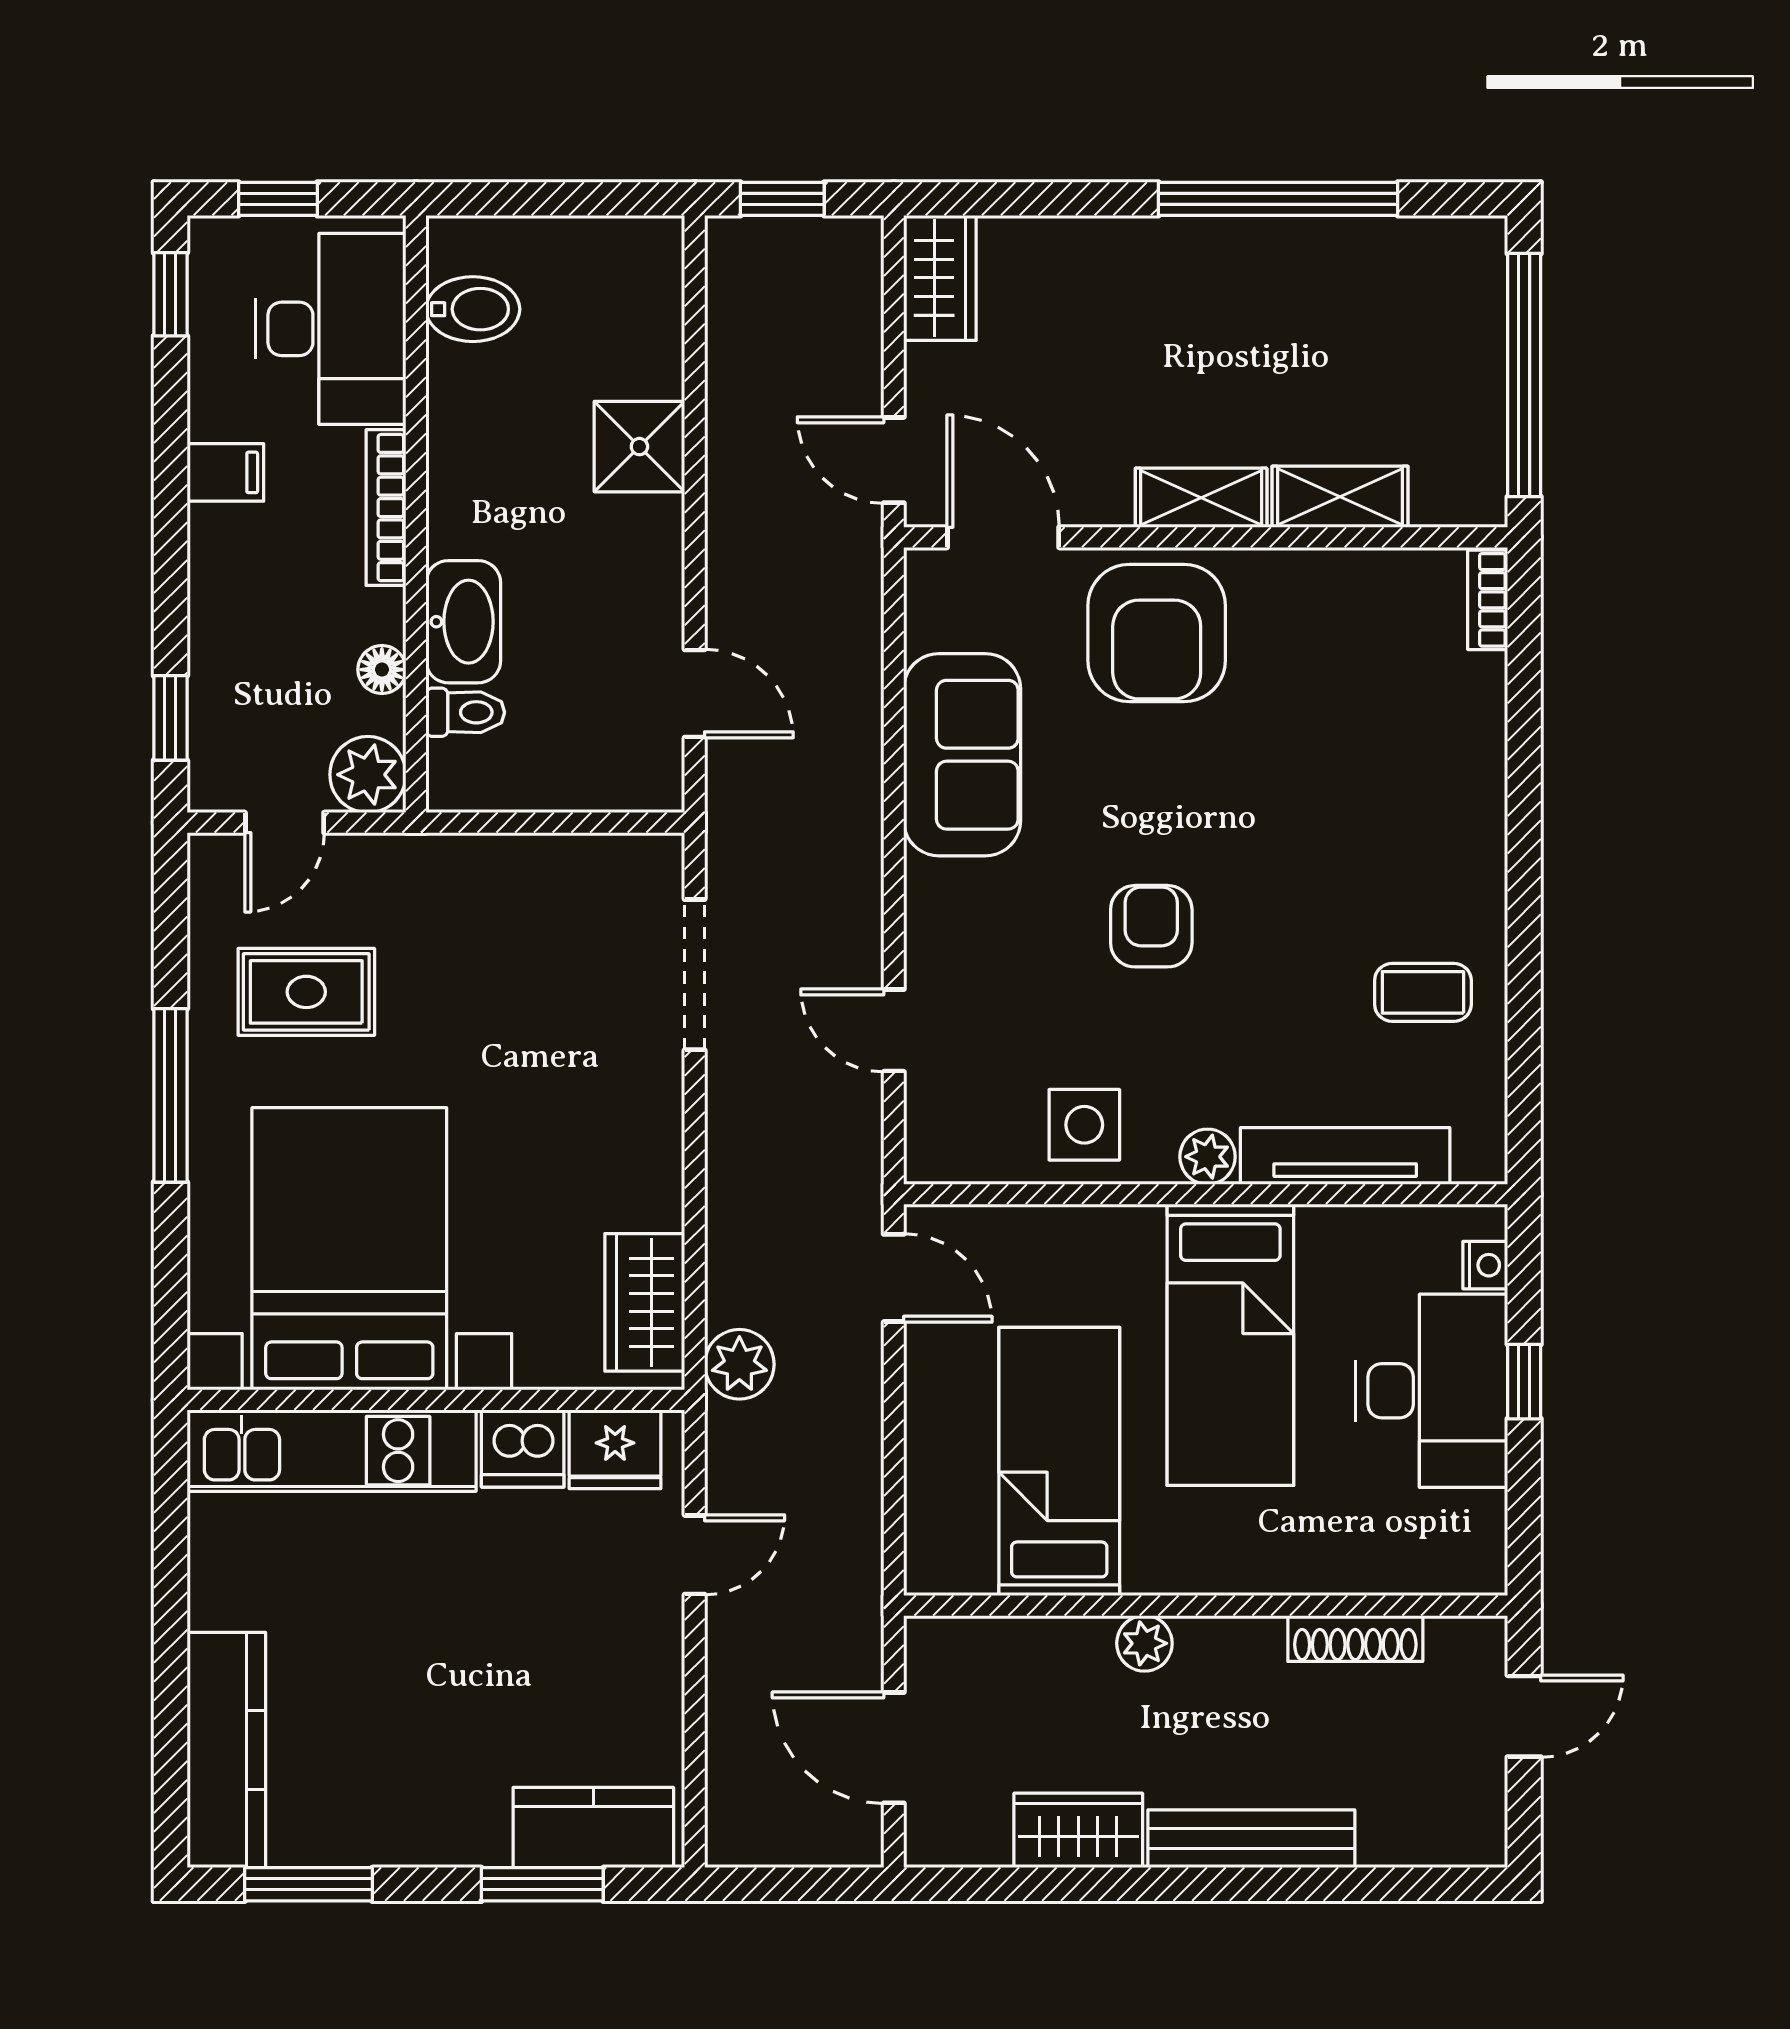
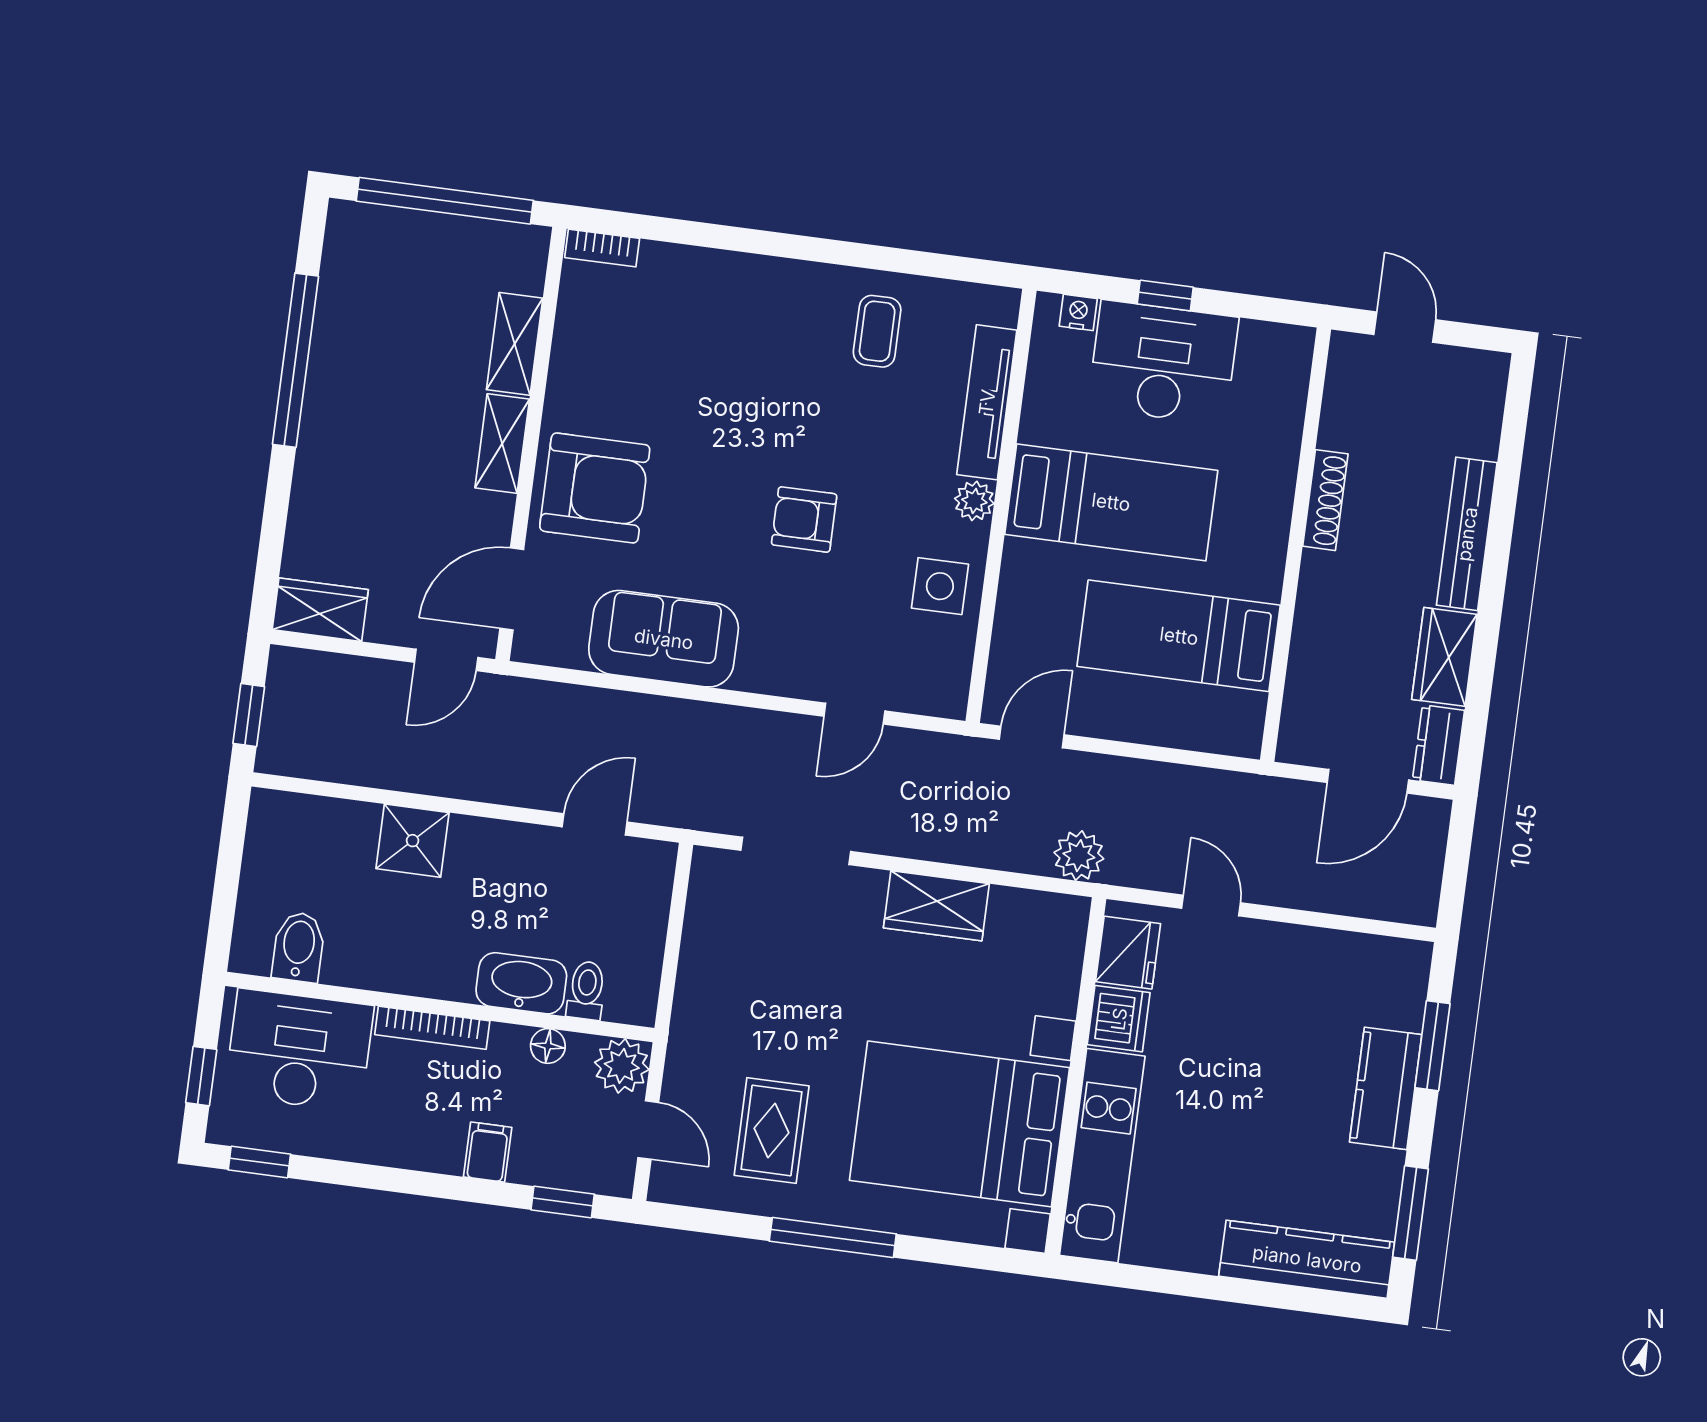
filing cabinet: (225, 472) -> (488, 1152), moved
wardrobe: (645, 1302) -> (936, 906), moved
shoe rack: (1355, 1639) -> (1325, 500), moved
plant: (1144, 1643) -> (1317, 592), removed
kitchen counter: (593, 1828) -> (1386, 1088), moved
dresser: (956, 1838) -> (1439, 745), added

